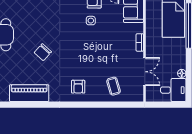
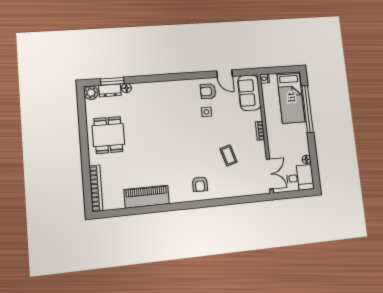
chair: (43, 52) -> (158, 150), removed
double door: (145, 72) -> (270, 174), moved
coffee table: (114, 86) -> (229, 155), moved

